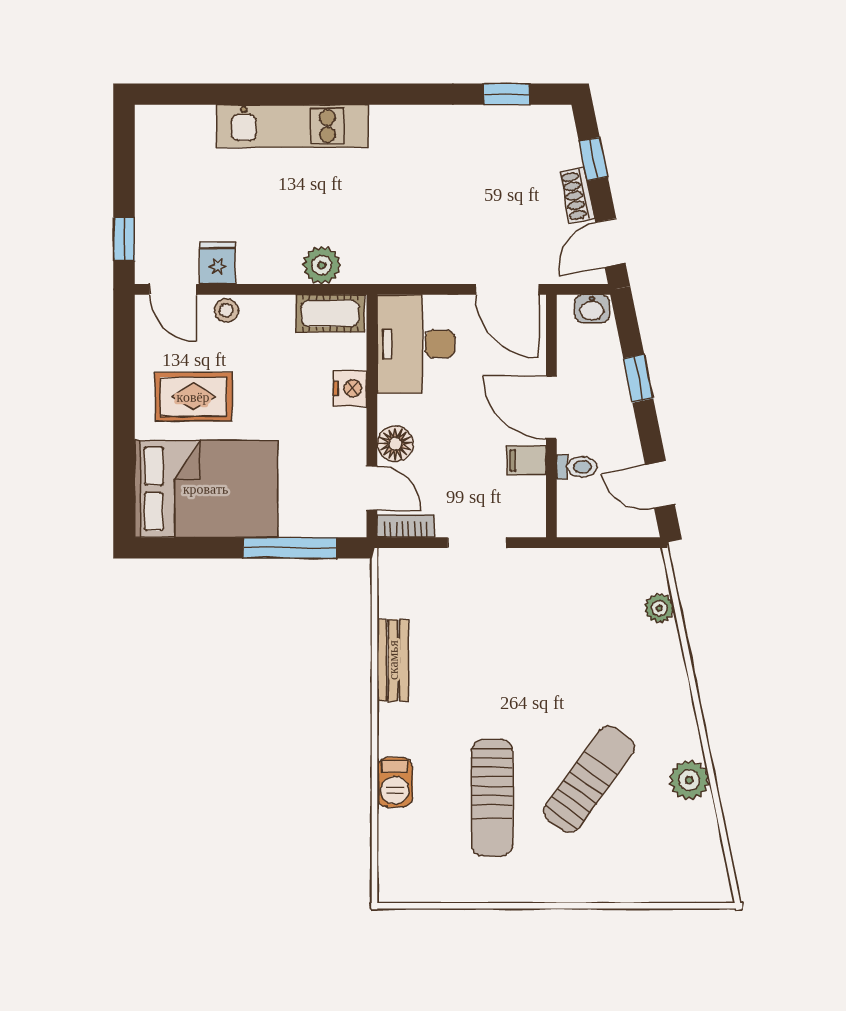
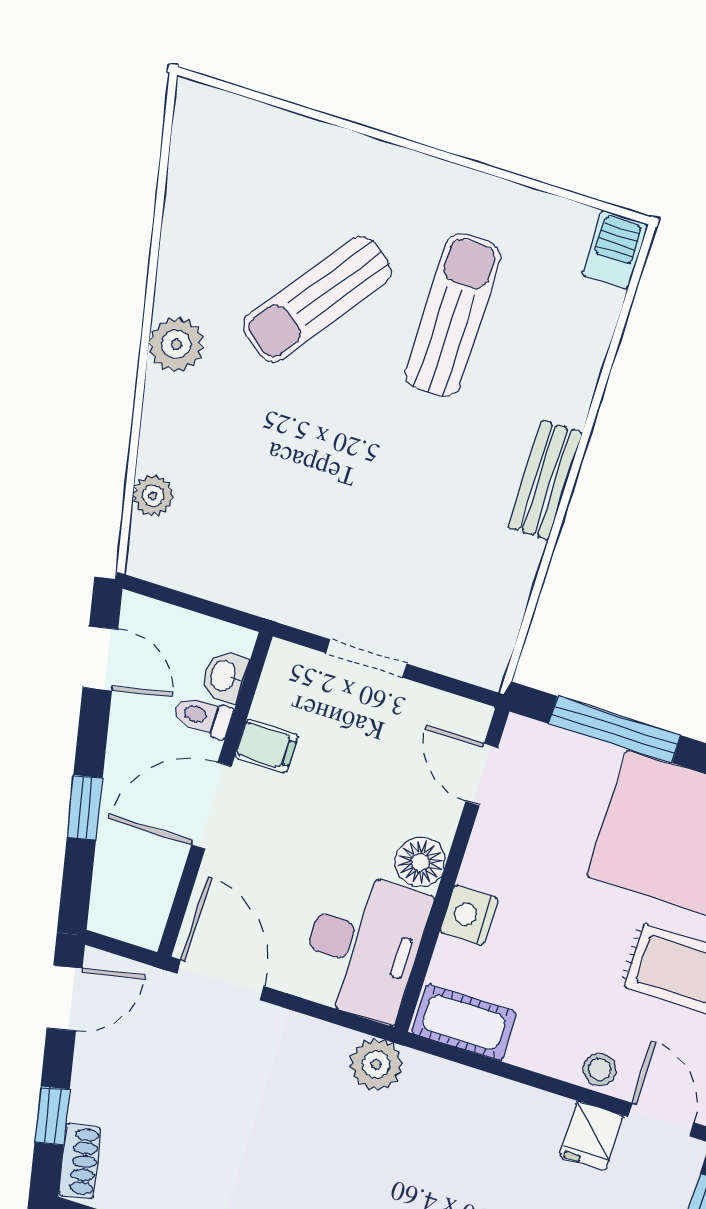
shoe rack: (577, 195) -> (80, 1161), moved
plant: (322, 265) -> (376, 1064), moved
washbasin: (592, 309) -> (224, 676), moved, turned -90
door: (551, 407) -> (211, 806), swing flipped
floor lamp: (395, 444) -> (420, 862), moved
bookcase: (406, 526) -> (453, 710), removed
bench: (393, 660) -> (545, 480), moved
plant: (689, 780) -> (176, 344), moved
barbecue: (395, 782) -> (615, 250), moved

